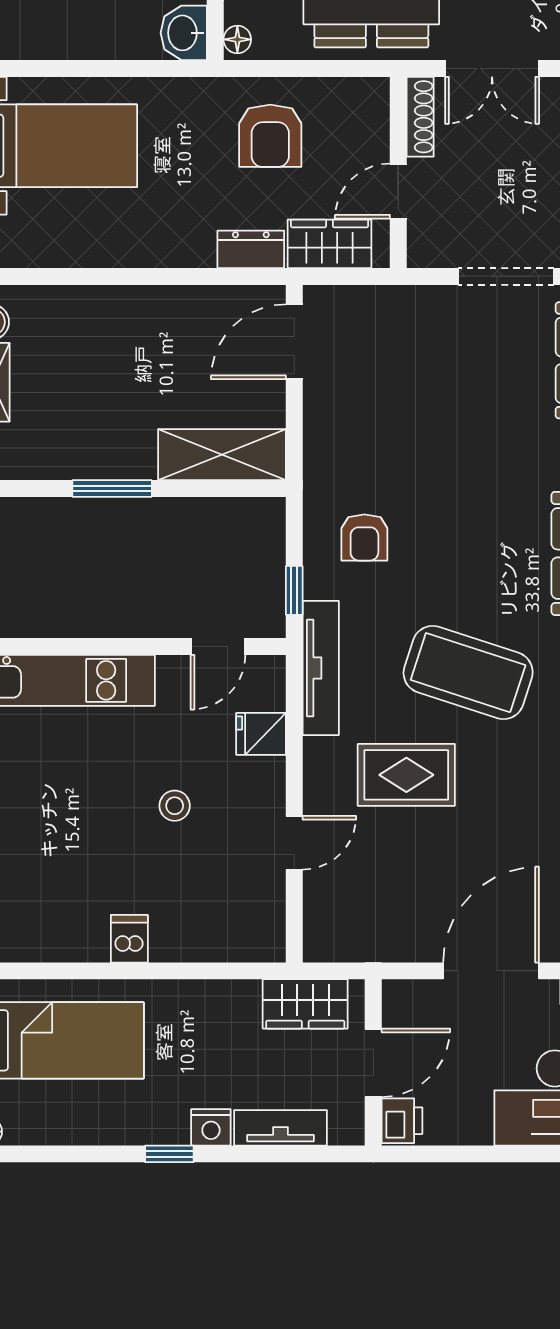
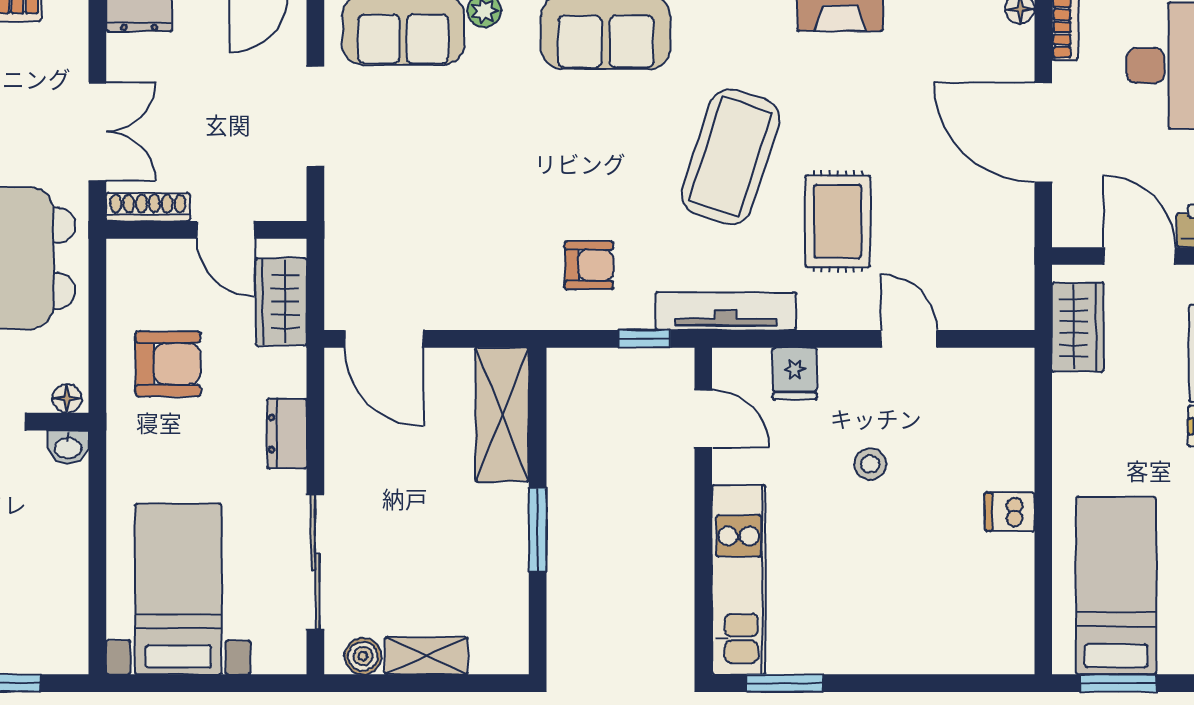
washbasin: (184, 33) -> (68, 447), width x0.72, depth x0.69
dresser: (251, 249) -> (287, 434), moved
sliding door: (81, 276) -> (315, 562), added

